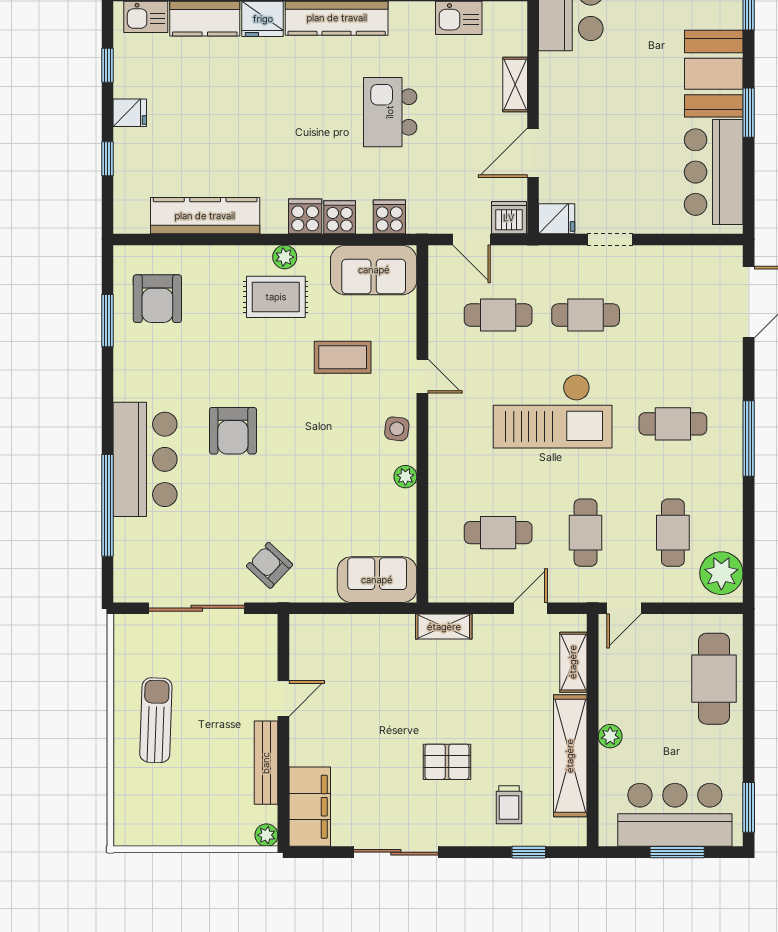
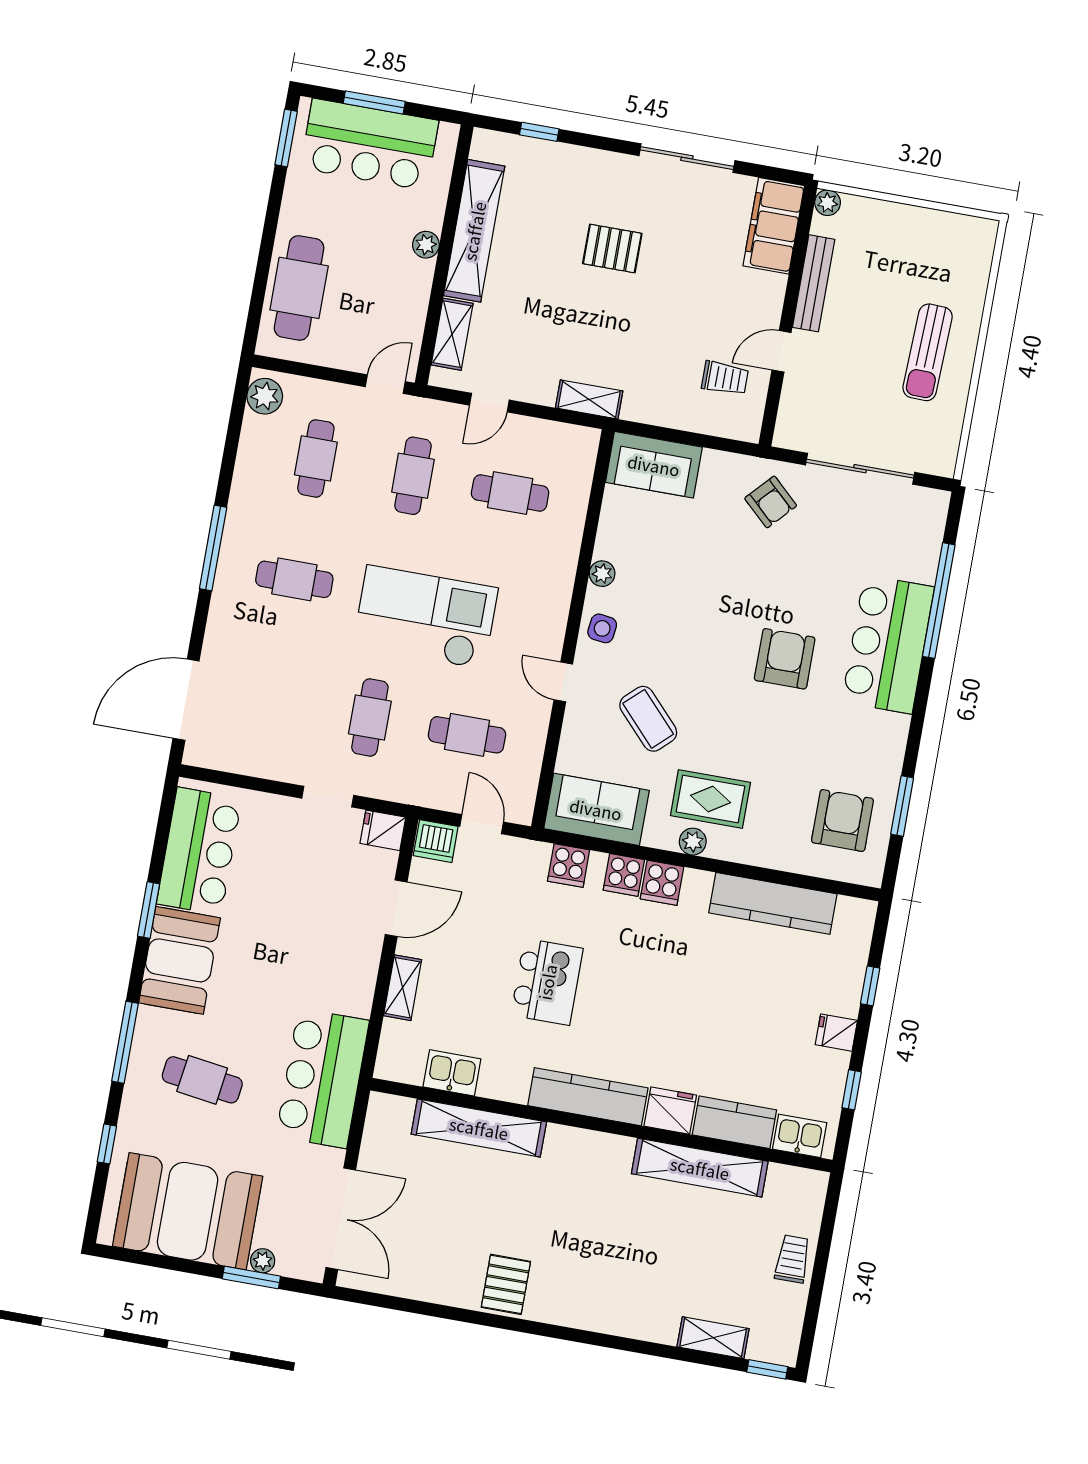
cafe table: (586, 315) -> (370, 718), turned 90
coffee table: (343, 357) -> (648, 719), turned 47
plant: (721, 573) -> (265, 396), width x0.73, depth x0.73
trolley: (509, 805) -> (725, 378), moved, turned 90

